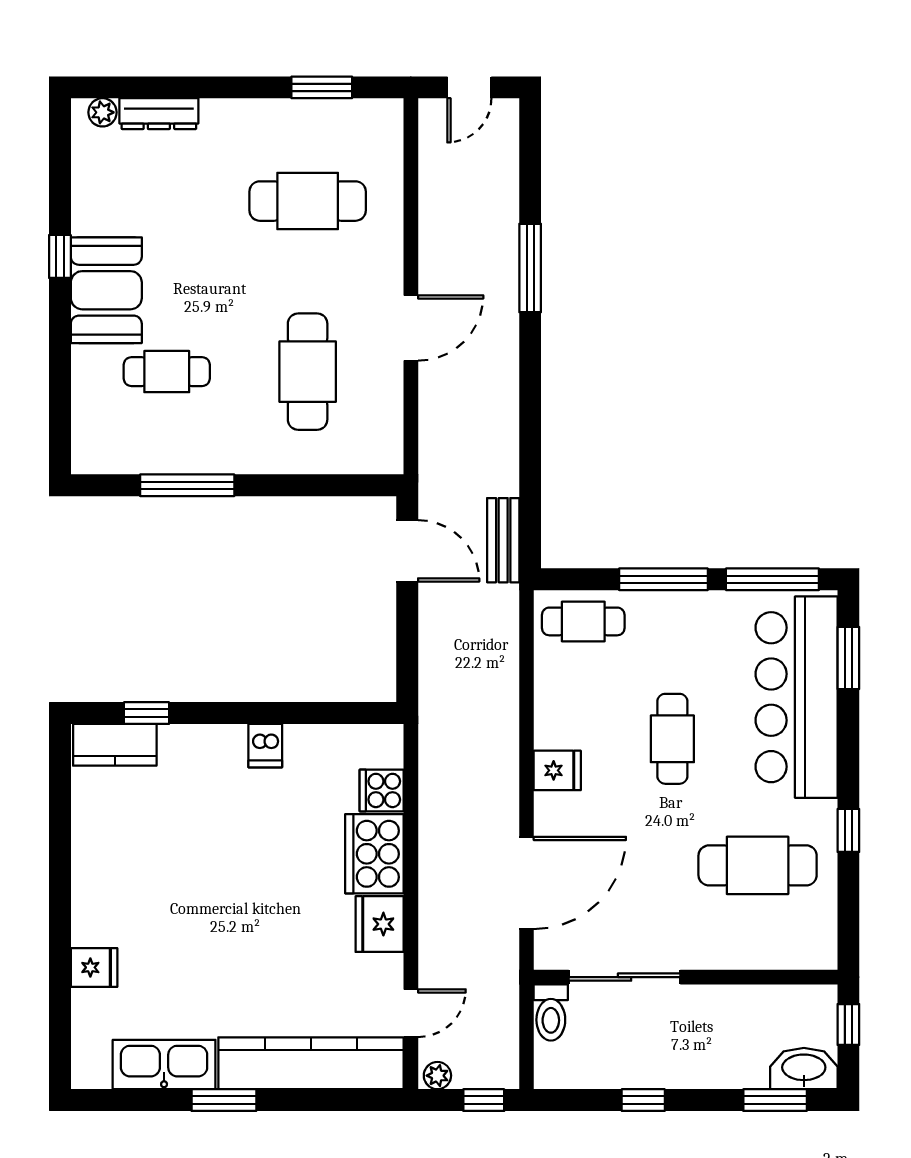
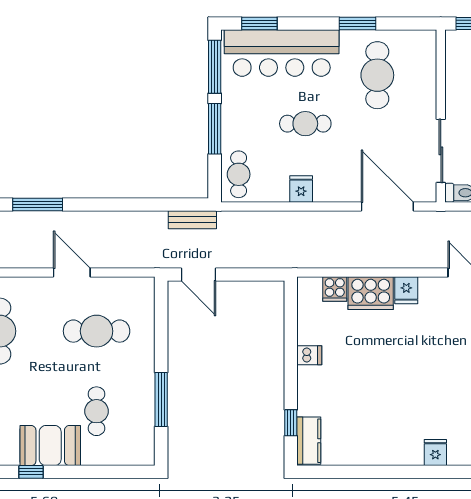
door: (407, 551) -> (198, 274), swing flipped
fridge: (557, 770) -> (301, 189), moved
window: (848, 830) -> (357, 24), width x1.50
fridge: (380, 924) -> (406, 290), width x0.72

